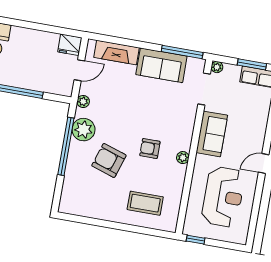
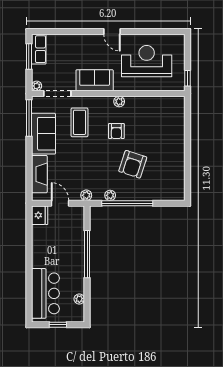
plant: (84, 130) -> (110, 195), width x0.53, depth x0.53
coffee table: (145, 203) -> (79, 122), moved

